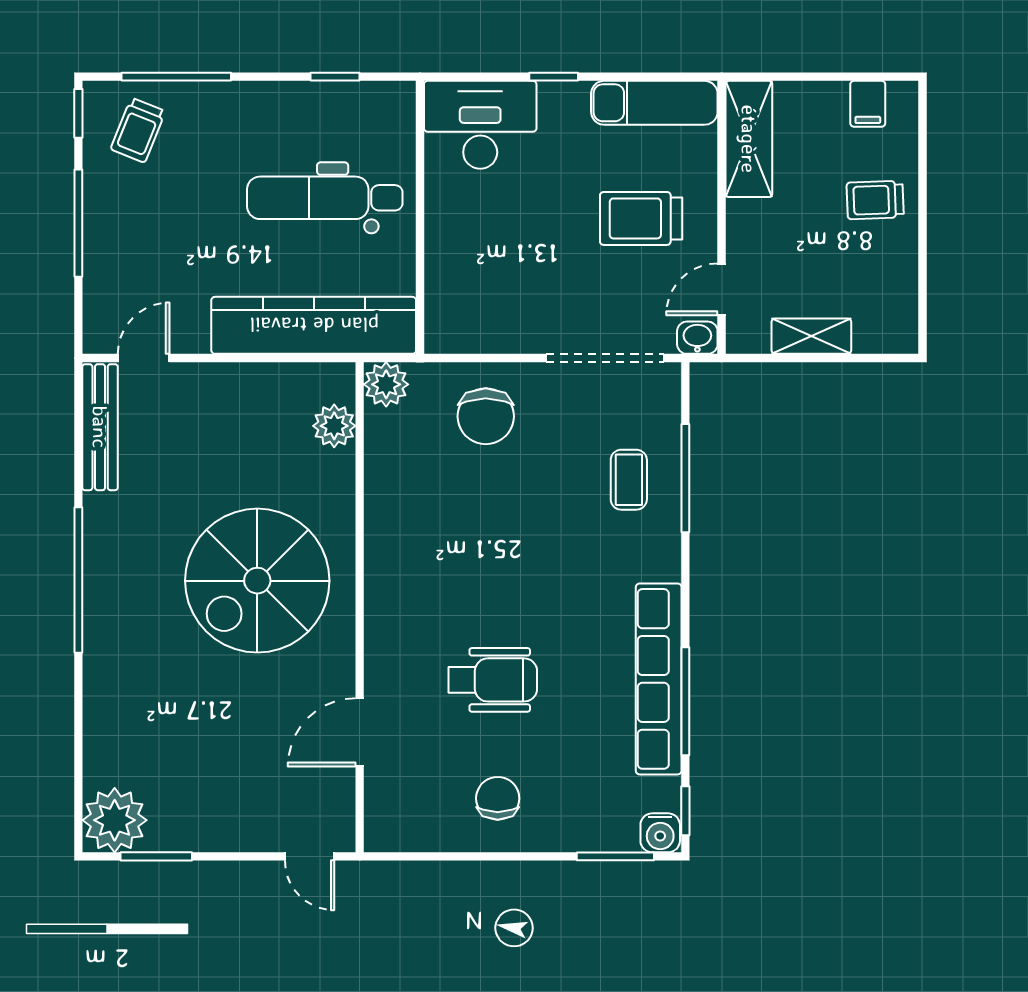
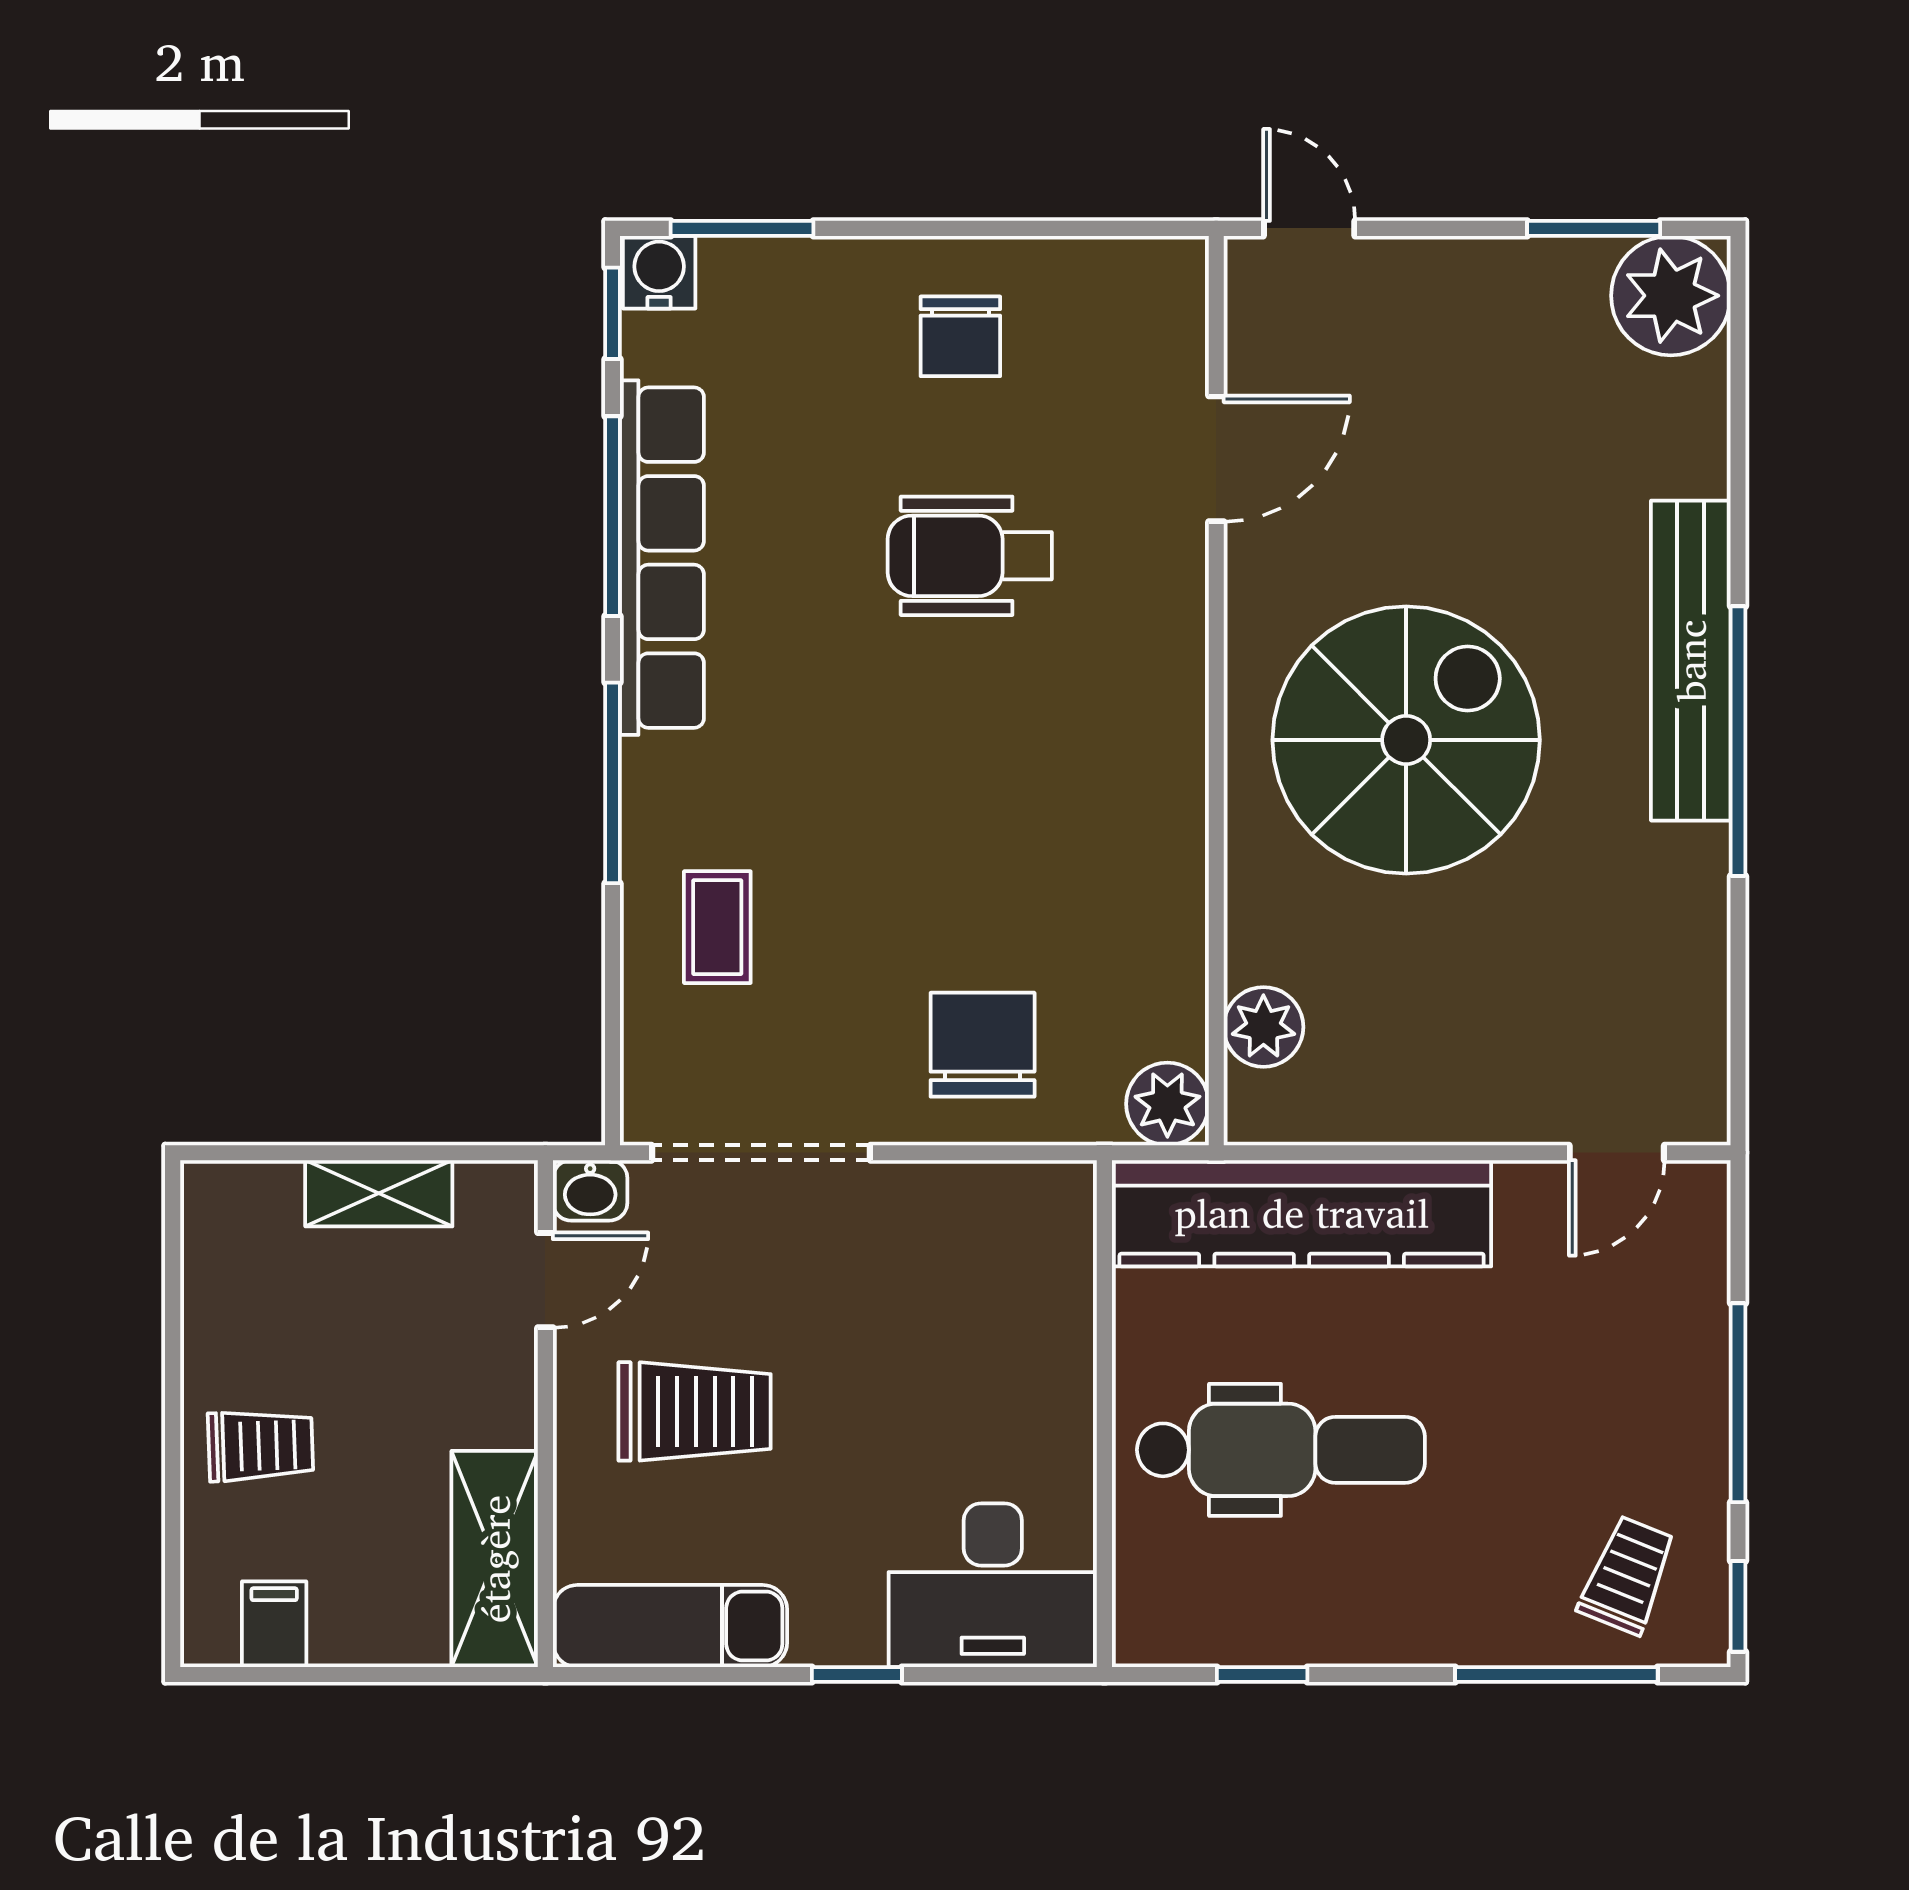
bench: (100, 427) -> (1691, 661), moved, width x1.37, depth x1.21
window: (685, 478) -> (612, 783), moved

